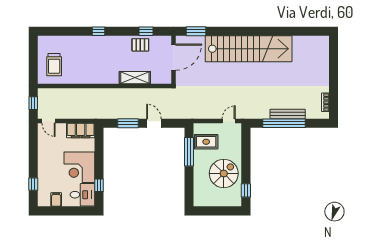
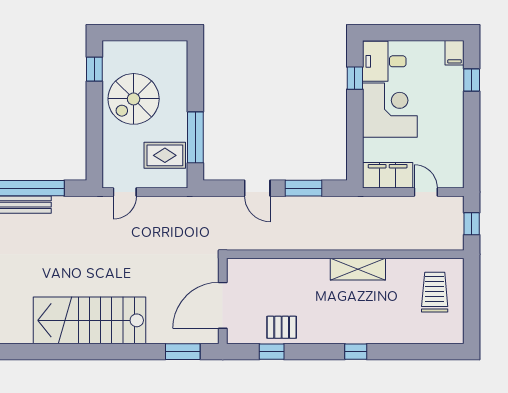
stairs: (249, 49) -> (89, 320), width x0.73
shelving: (135, 78) -> (358, 269), moved
door: (49, 121) -> (426, 192), moved
filing cabinet: (56, 200) -> (455, 53), moved

